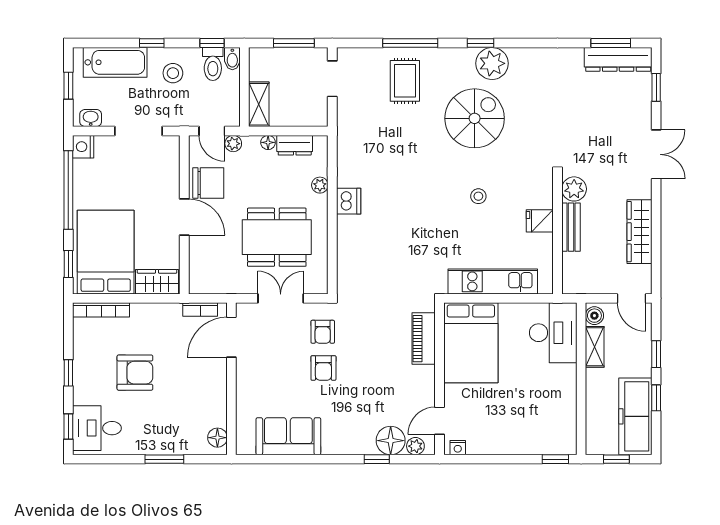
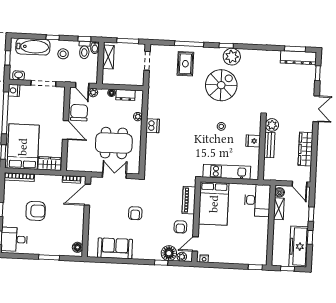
shelving: (259, 104) -> (108, 57), moved
chair: (208, 183) -> (79, 113), turned -90
armchair: (323, 332) -> (180, 227), moved

